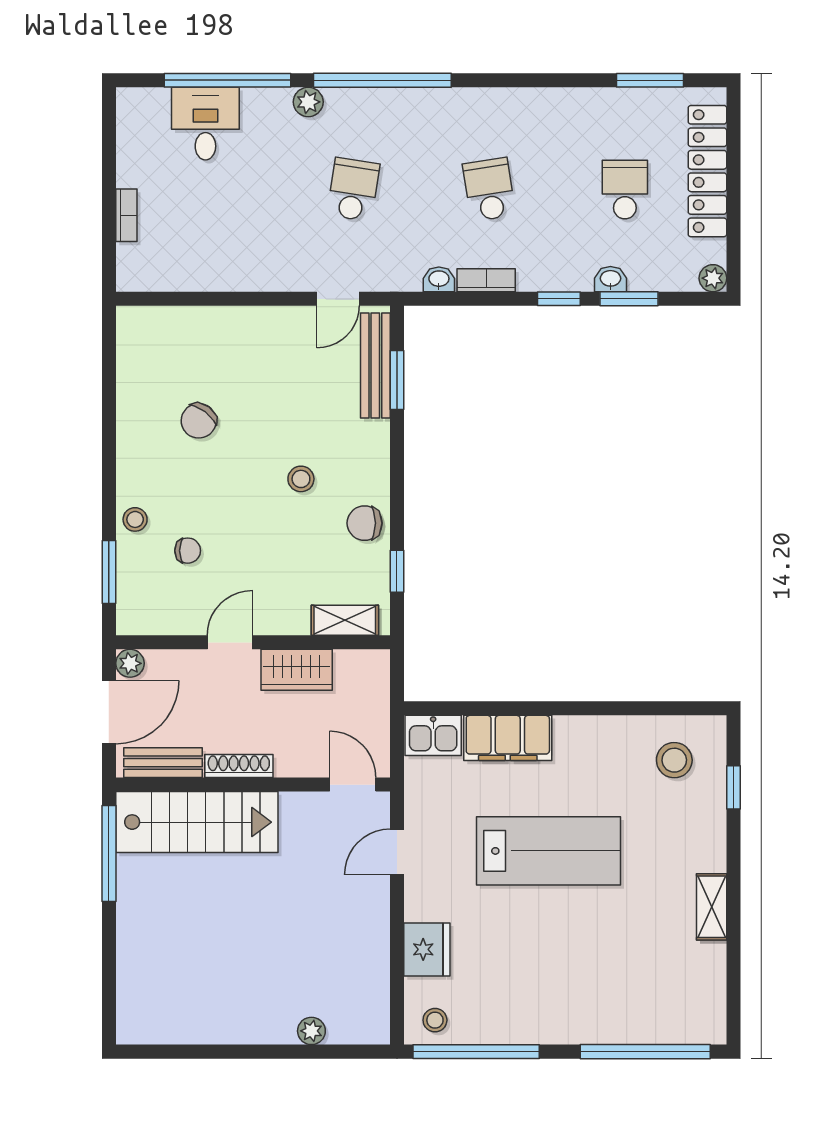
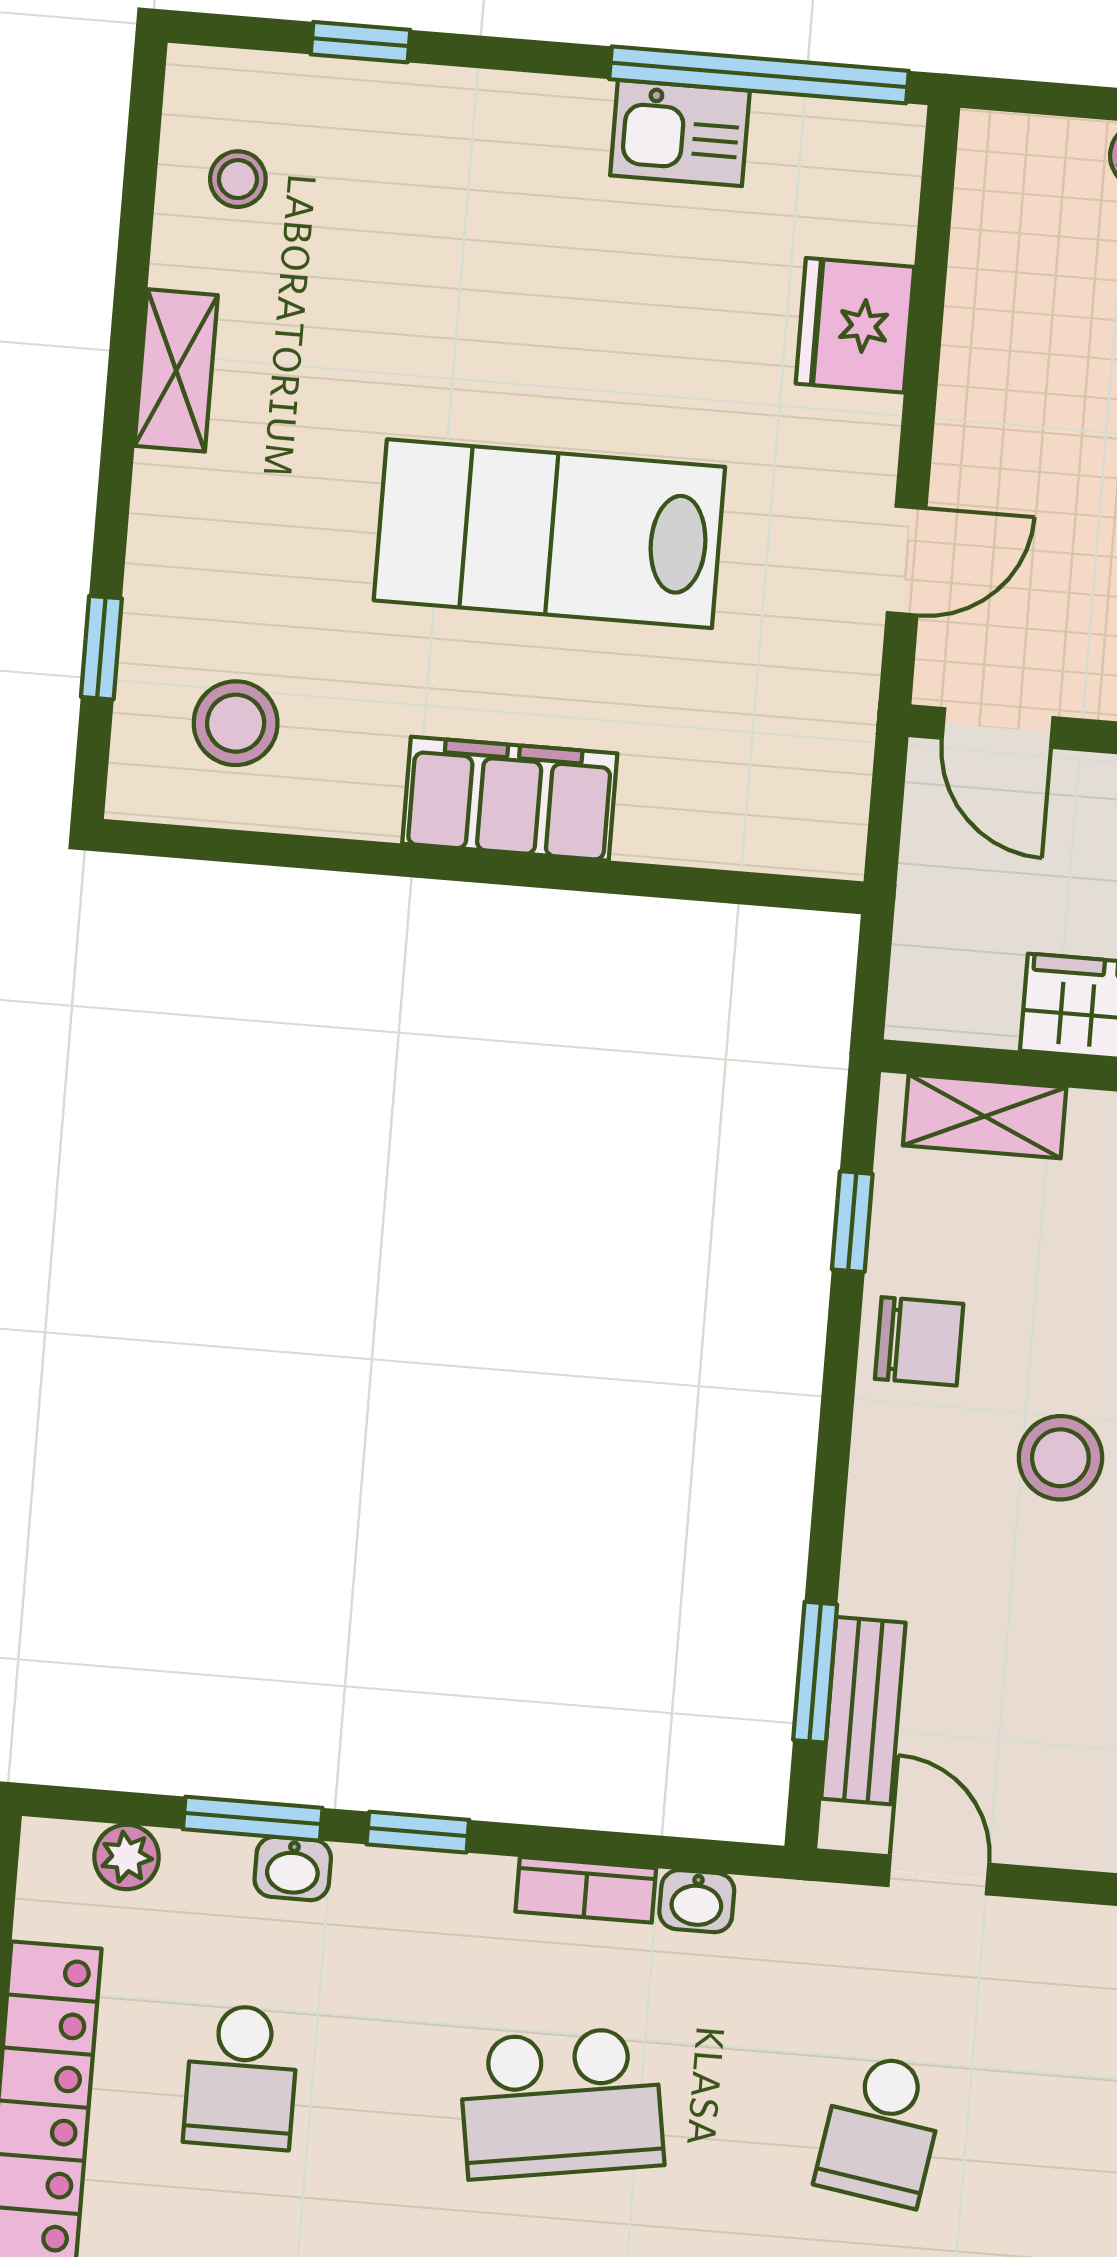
school desk: (489, 189) -> (561, 2103), width x1.85
plant: (713, 278) -> (127, 1857), moved
door: (338, 299) -> (938, 1875), hinge flipped
bench: (375, 365) -> (863, 1711), width x0.73
stool: (301, 479) -> (1060, 1458), width x1.37, depth x1.37
kitchen sink: (433, 735) -> (680, 133), moved, turned 180
filing cabinet: (508, 738) -> (510, 799), moved
stool: (435, 1020) -> (238, 179), moved
window: (645, 1052) -> (360, 42), width x0.32

